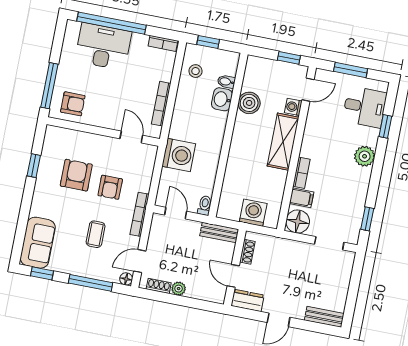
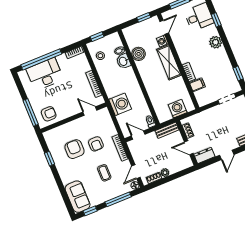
floor lamp: (298, 221) -> (203, 98), removed

